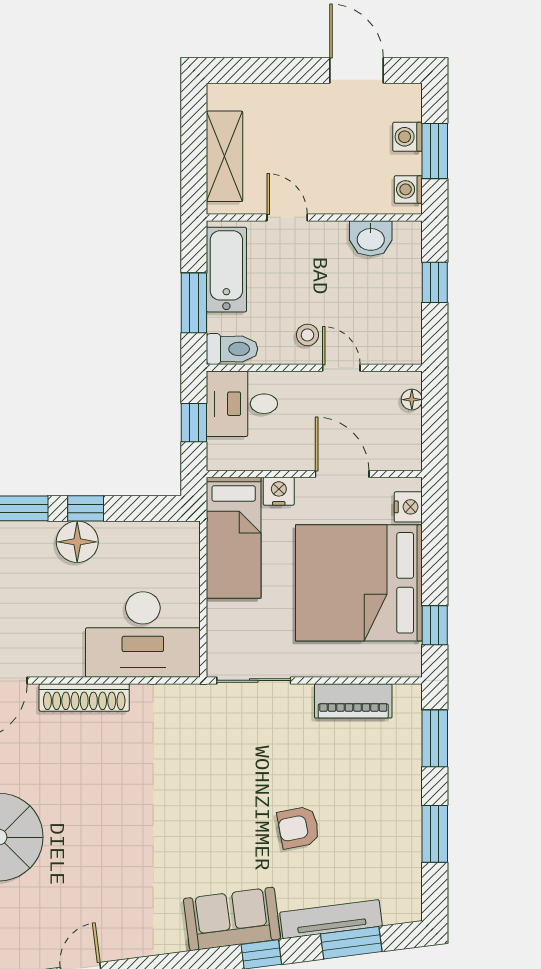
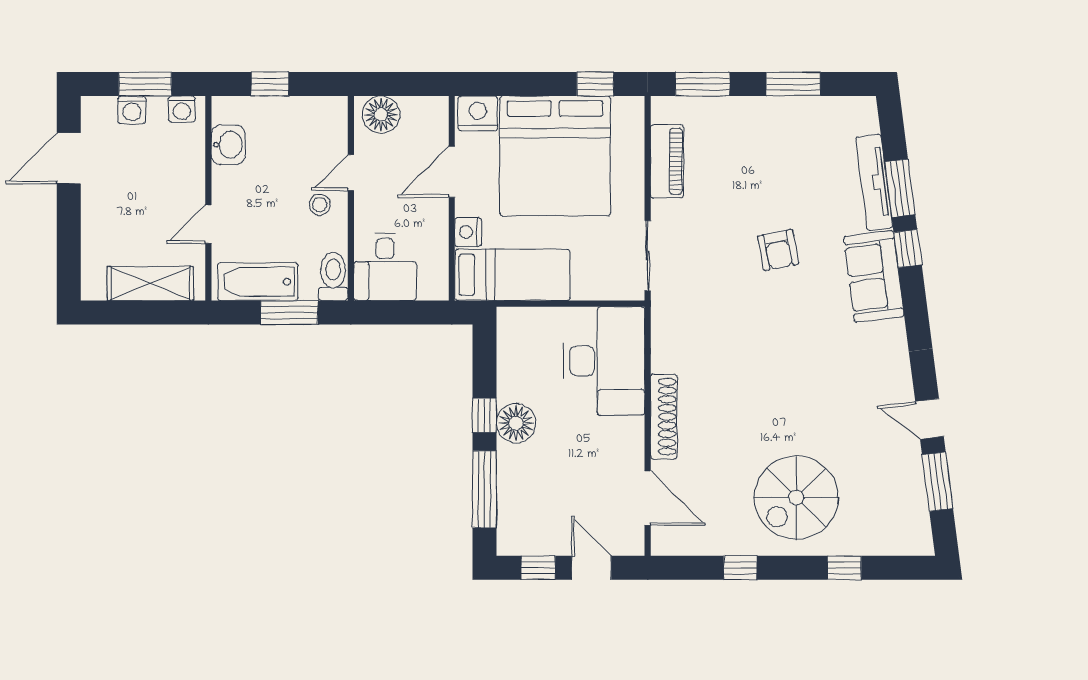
floor lamp: (412, 400) -> (381, 115), width x1.89, depth x1.89
window: (194, 423) -> (403, 313), removed
nightstand: (408, 507) -> (478, 113), width x1.36, depth x1.33
armchair: (298, 827) -> (778, 250), moved
window: (351, 943) -> (900, 188), moved

